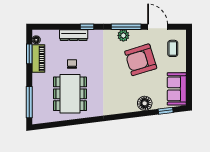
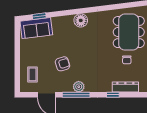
armchair: (141, 60) -> (63, 64), width x0.53, depth x0.53
sofa: (177, 89) -> (36, 28), moved, turned 83
floor lamp: (145, 103) -> (81, 20), moved

